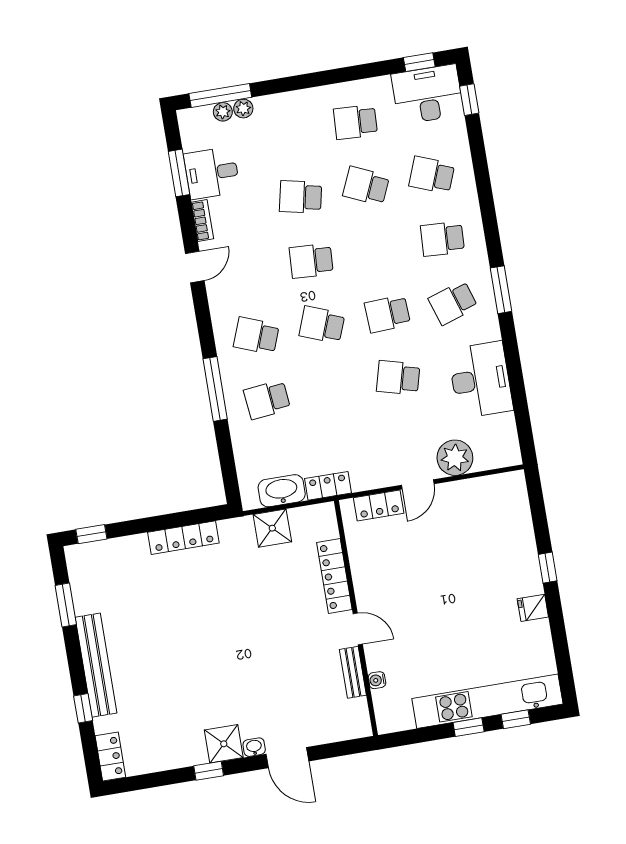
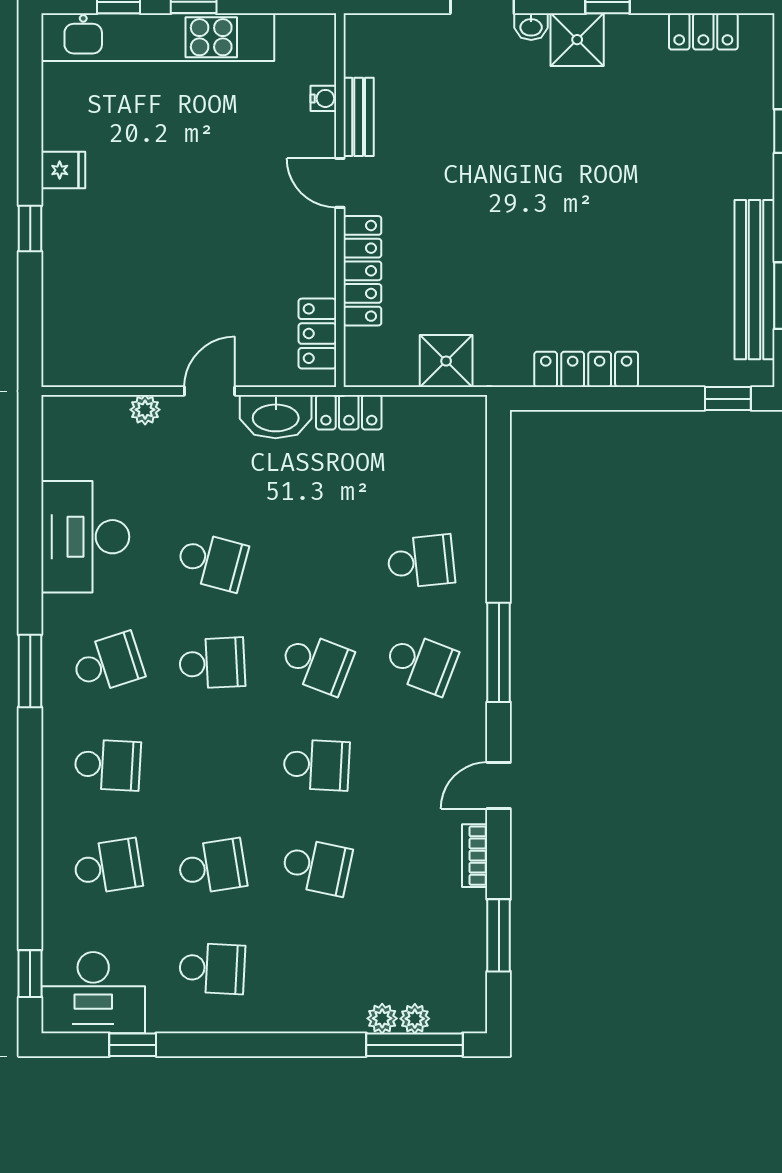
window: (419, 62) -> (133, 1045), moved
desk: (212, 173) -> (448, 927), removed
school desk: (432, 175) -> (108, 867), turned -30
school desk: (366, 186) -> (212, 867), turned -33
window: (215, 389) -> (499, 652), moved
plant: (455, 458) -> (145, 410), width x0.53, depth x0.53
washbasin: (282, 491) -> (276, 417), moved
locker: (379, 506) -> (317, 334), moved, turned -90
bench: (96, 665) -> (755, 280), moved
locker: (110, 756) -> (703, 31), moved, turned -90

